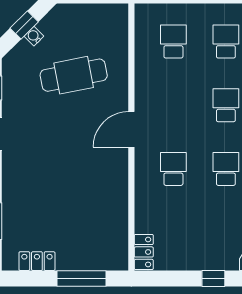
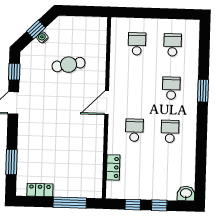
cafe table: (74, 75) -> (69, 65), width x0.73, depth x0.74
locker: (144, 252) -> (113, 167), moved
window: (174, 278) -> (133, 205), added

